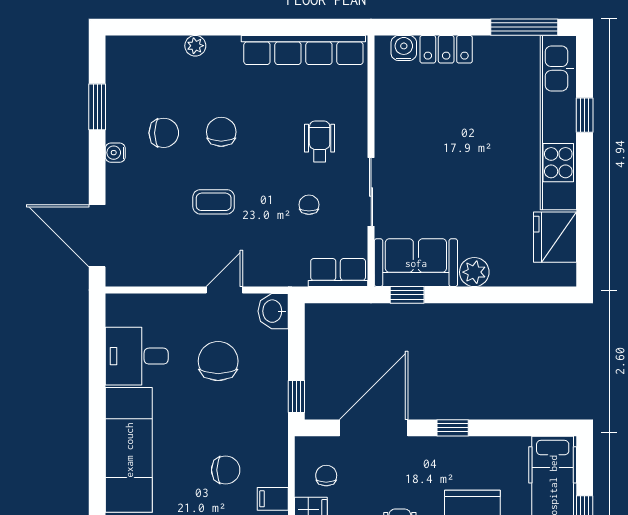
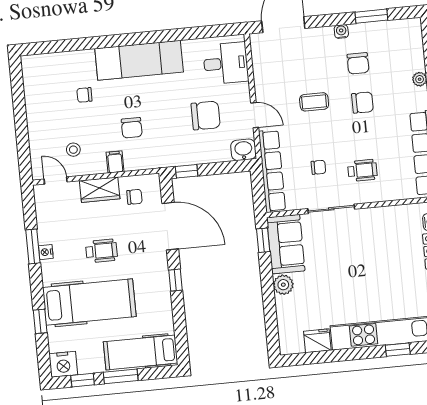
coffee table: (214, 202) -> (314, 102), turned 90
fridge: (555, 237) -> (317, 341), width x0.73, depth x0.75
row of seats: (338, 273) -> (272, 171), width x2.02
desk: (137, 356) -> (226, 63), moved, turned 90

